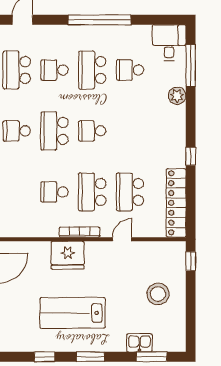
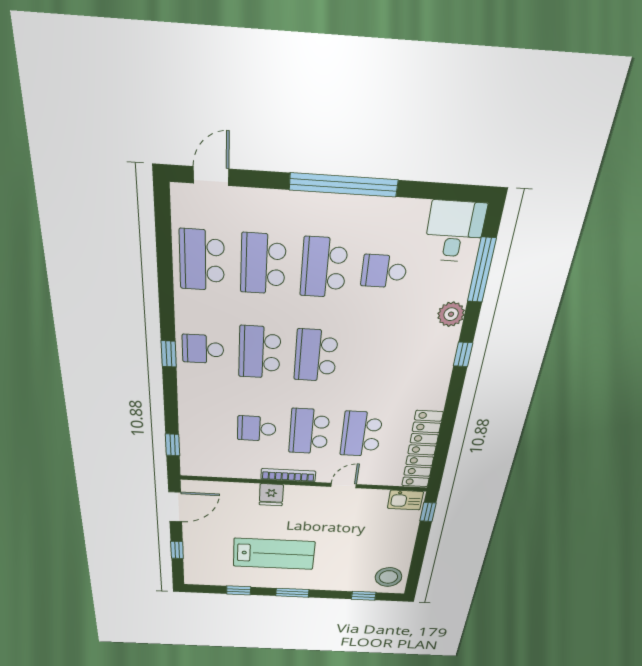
school desk: (54, 70) -> (263, 264), width x1.85
school desk: (92, 131) -> (316, 355), width x1.85
window: (191, 156) -> (463, 354), moved
fridge: (68, 255) -> (271, 495), width x0.53, depth x0.75
stool: (158, 294) -> (388, 577), moved
lab bench: (73, 313) -> (274, 554), turned 180
kitchen sink: (139, 343) -> (405, 500), moved, turned 180
window: (152, 357) -> (364, 596), width x0.67

